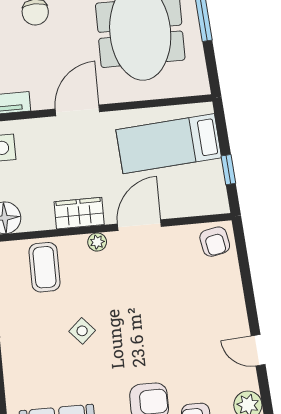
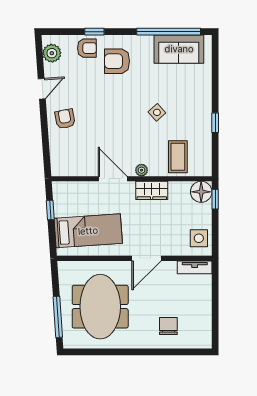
door: (139, 225) -> (113, 179), swing flipped
armchair: (215, 242) -> (65, 119), moved
door: (258, 350) -> (42, 89), hinge flipped

